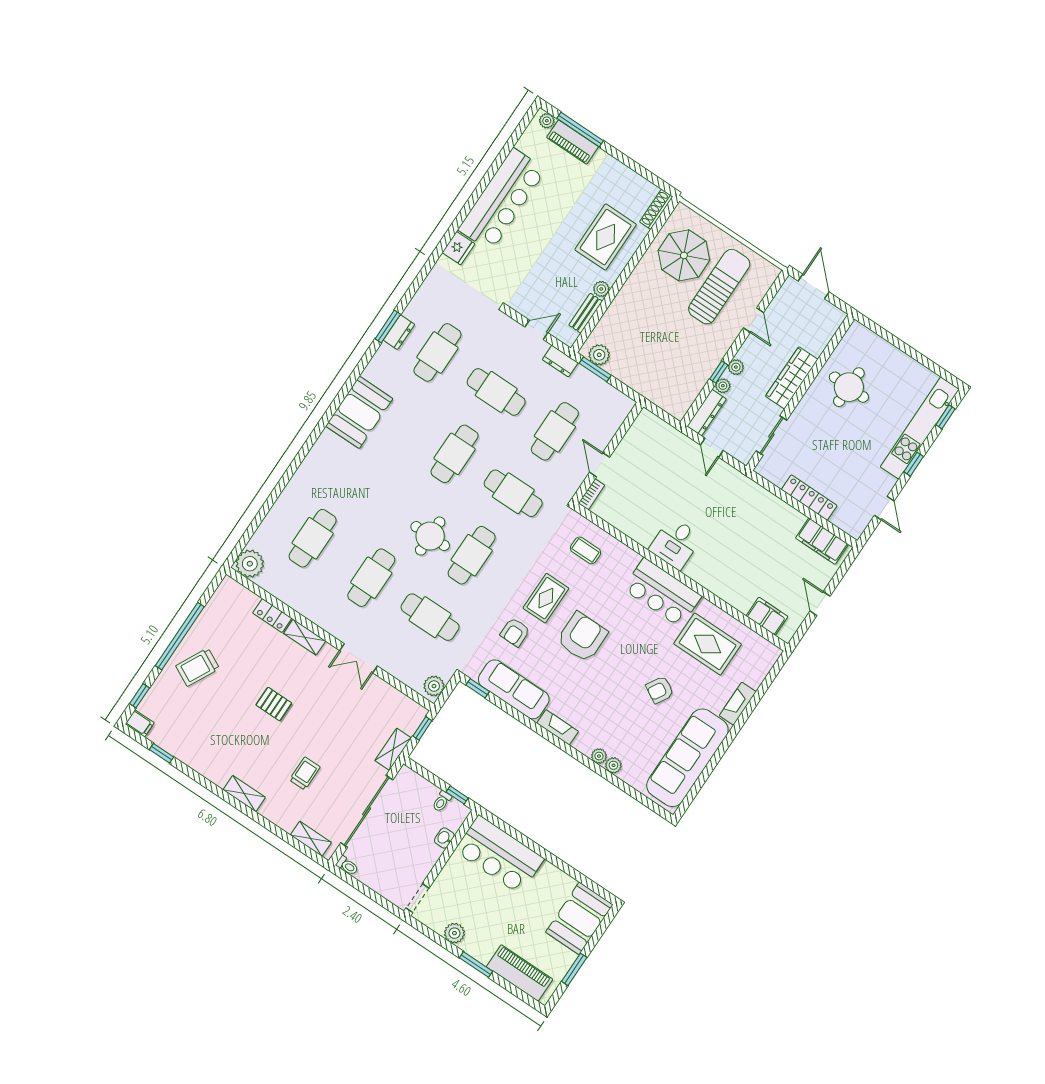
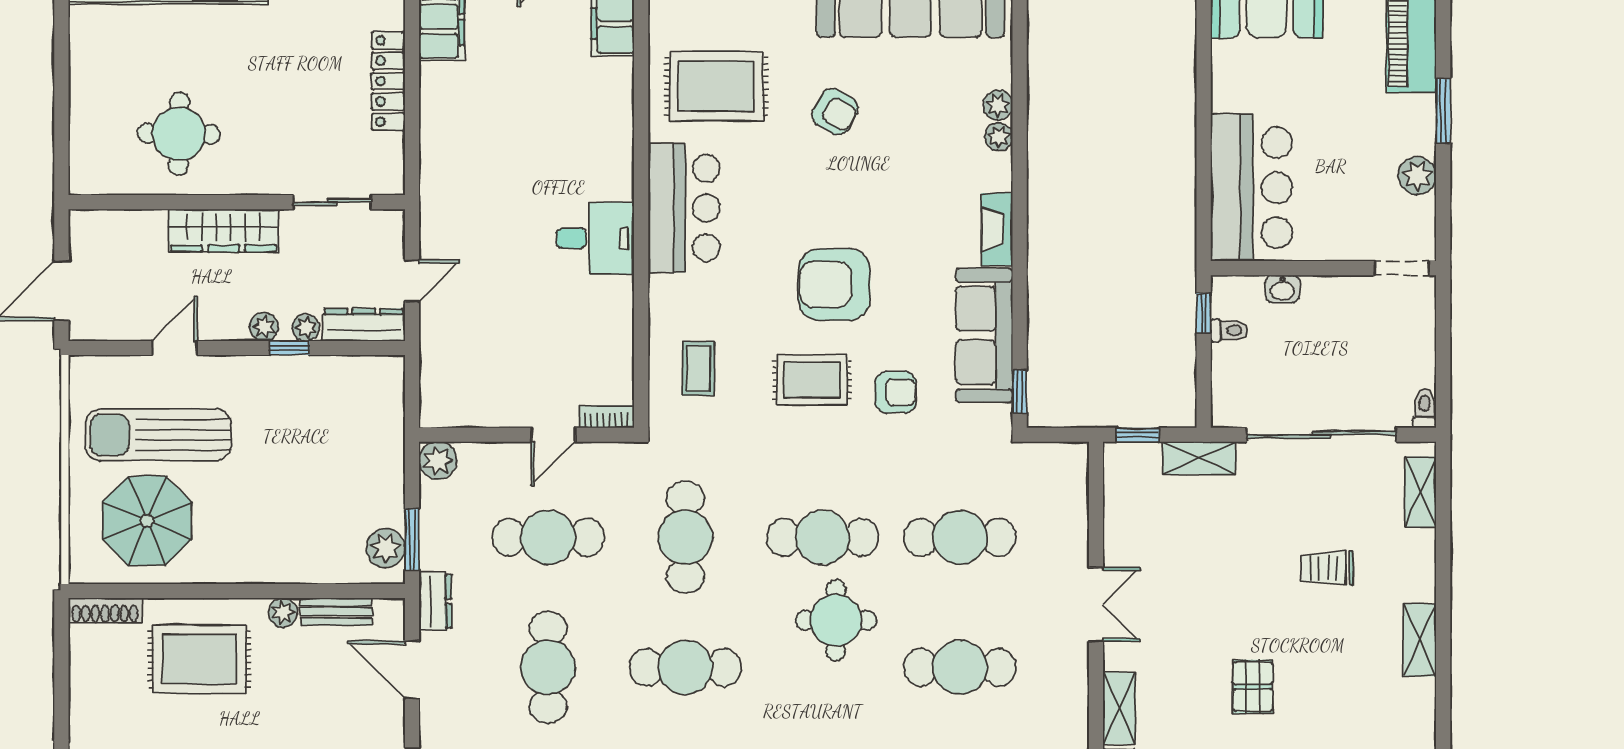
door: (536, 330) -> (412, 670), width x1.38
cafe table: (430, 617) -> (960, 537), turned 90
rug: (708, 644) -> (716, 86), turned 90
plant: (434, 686) -> (438, 461), moved

